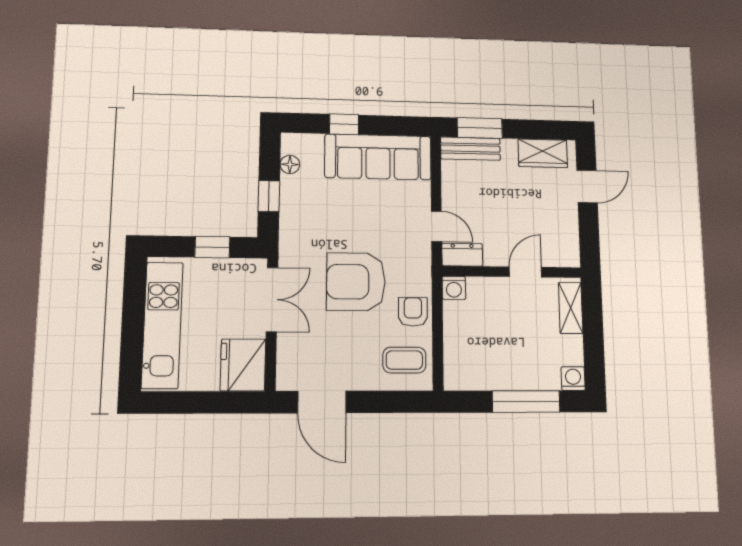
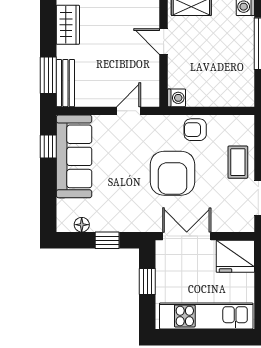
window: (344, 124) -> (48, 146), moved
dresser: (462, 255) -> (151, 91), removed
coffee table: (404, 360) -> (238, 162), moved

